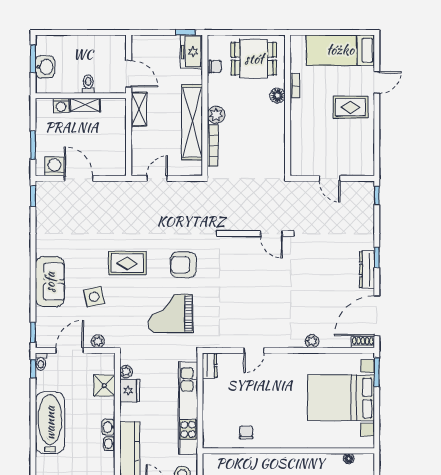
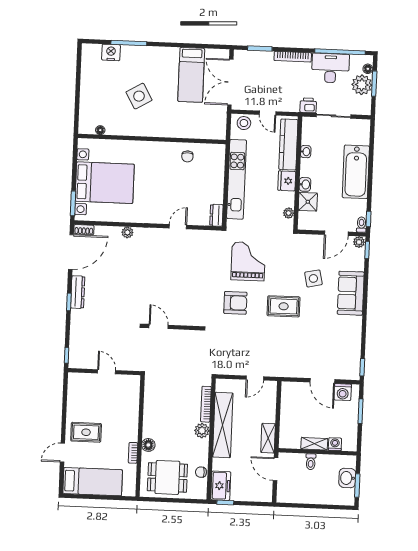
grand piano: (171, 313) -> (248, 261), turned -90
plant: (98, 341) -> (359, 242), moved
fridge: (130, 391) -> (287, 181), moved
washbasin: (108, 427) -> (305, 184), moved

